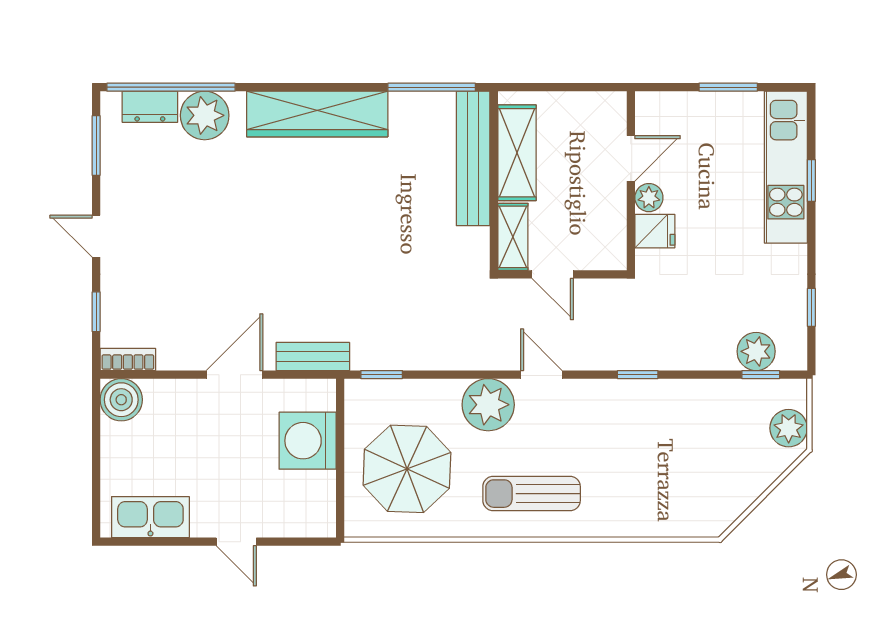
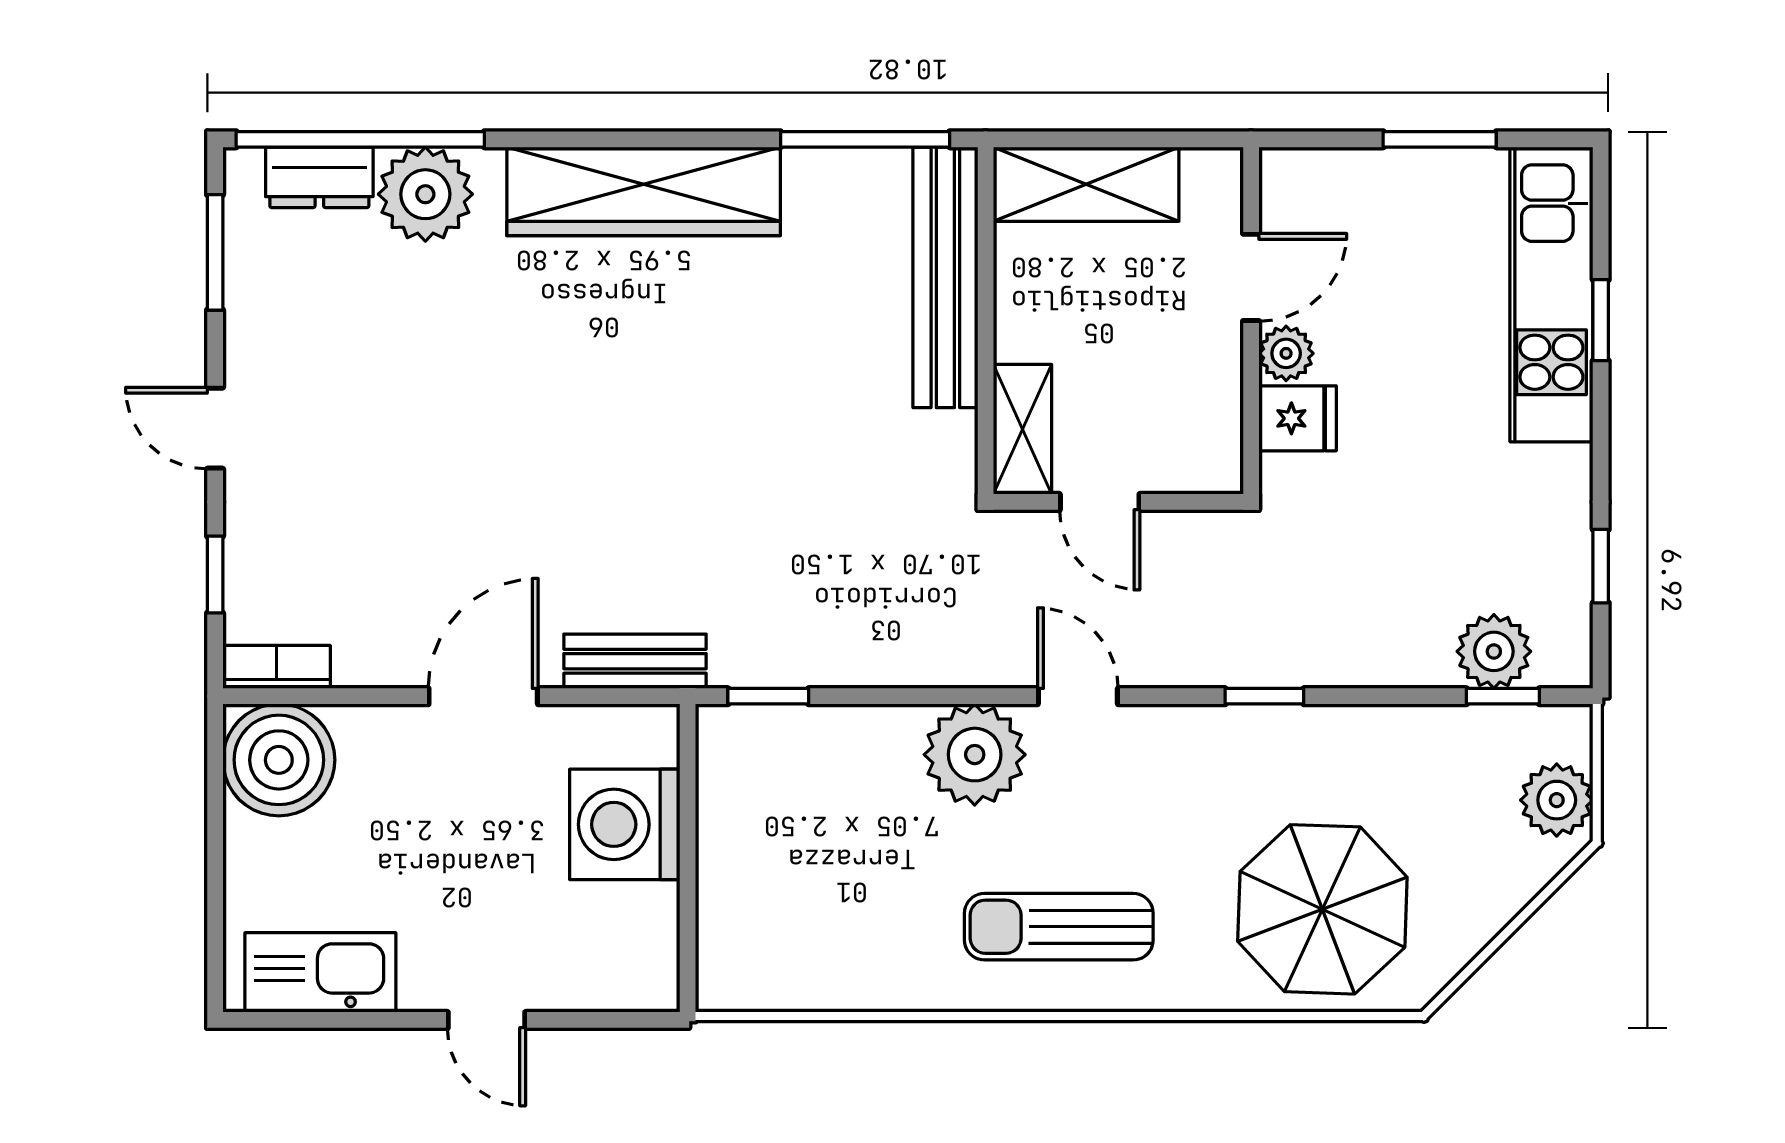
shelving: (517, 153) -> (1086, 184), moved, turned 90
boiler: (121, 400) -> (279, 760), width x1.37, depth x1.37
parasol: (407, 469) -> (1322, 909), moved

